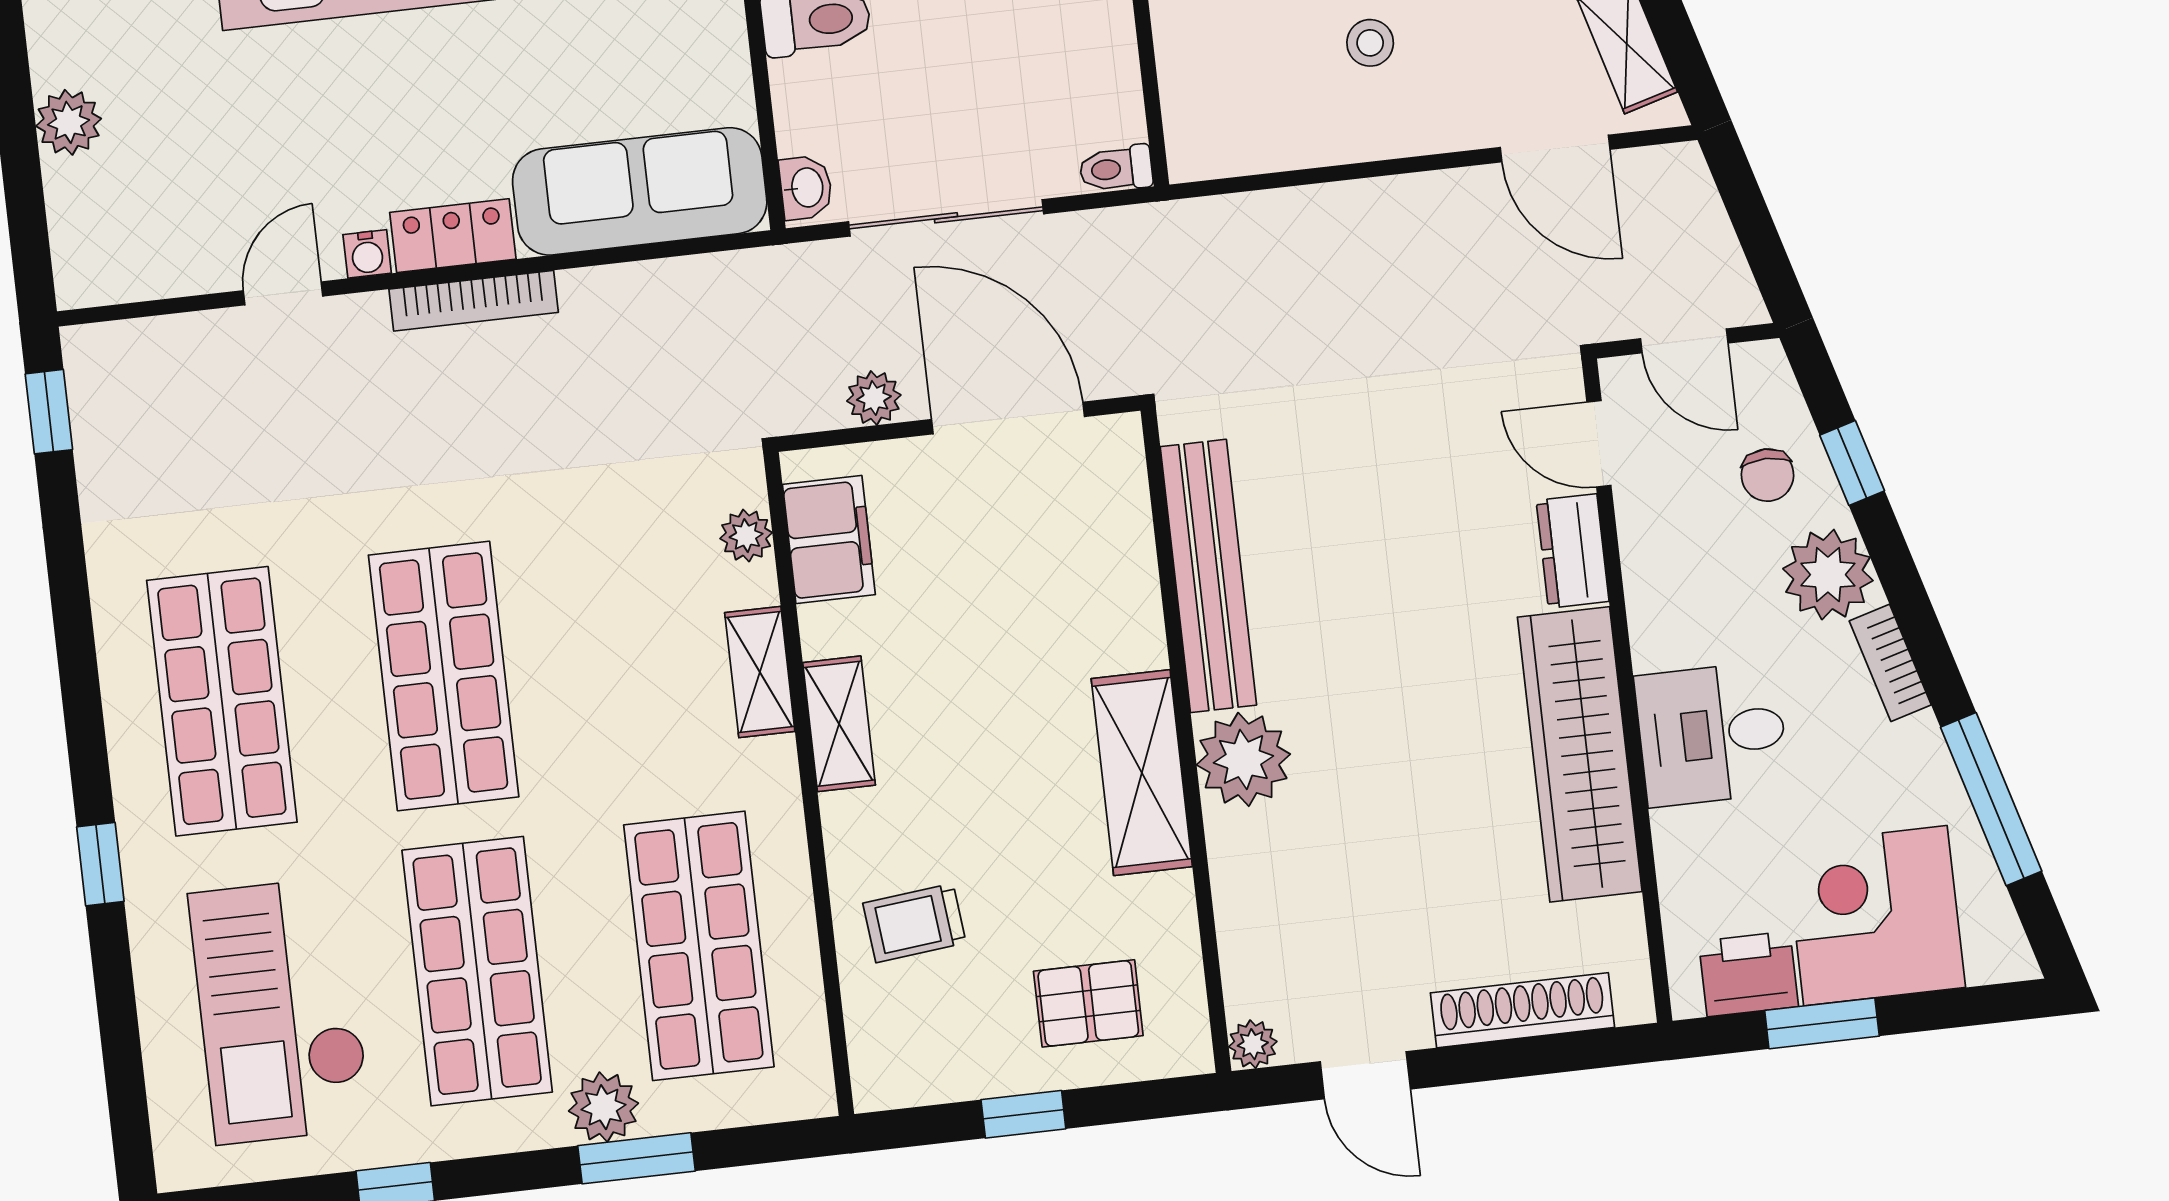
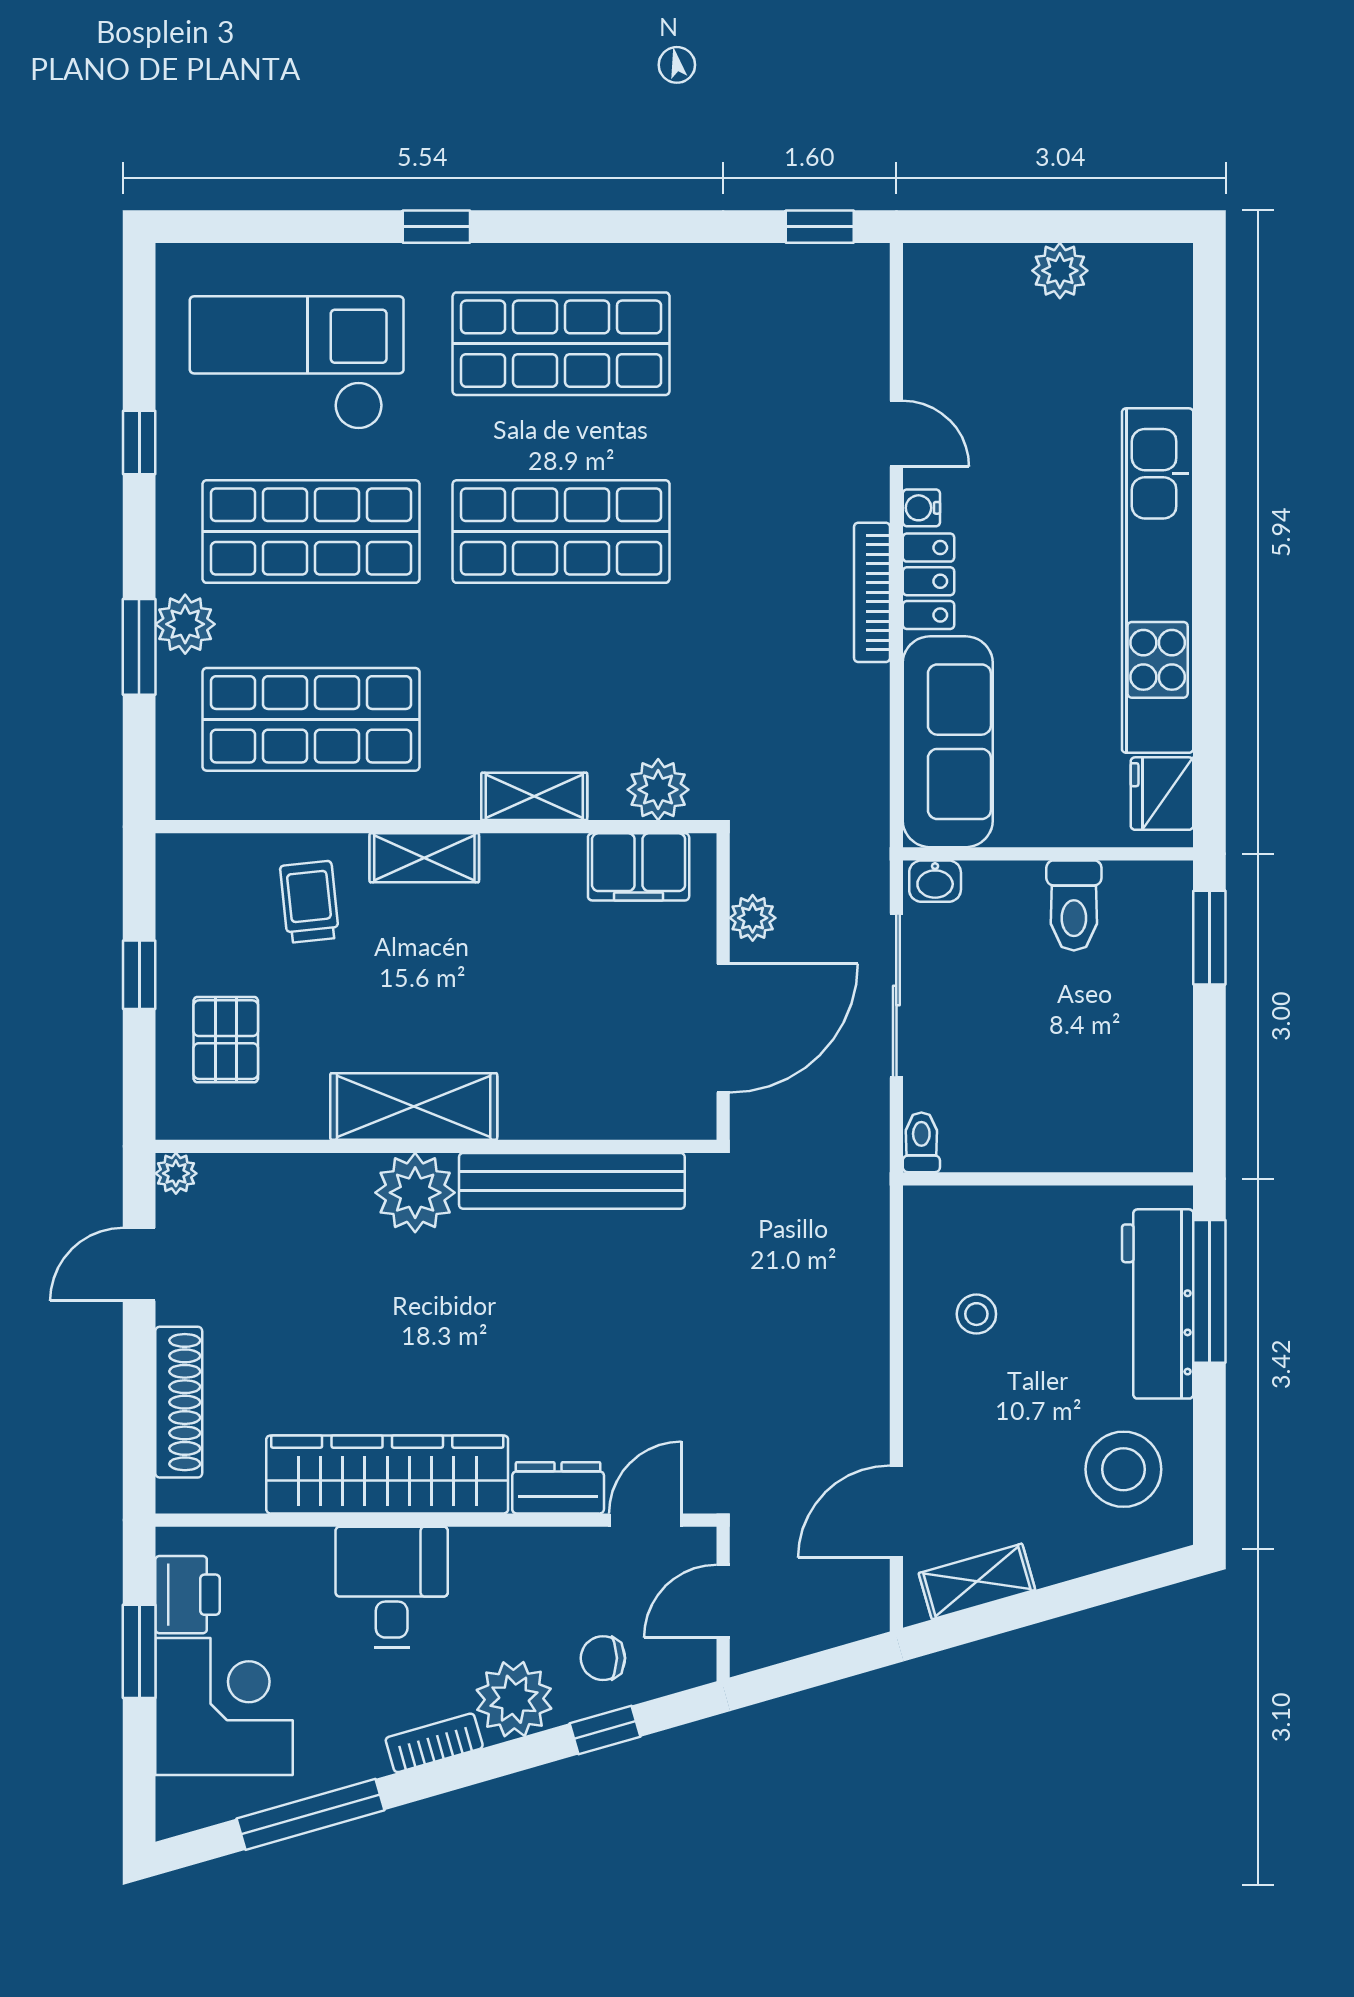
stool: (1370, 43) -> (976, 1314), moved
plant: (746, 536) -> (658, 790), width x1.38, depth x1.38
shelving: (839, 724) -> (424, 858), moved

